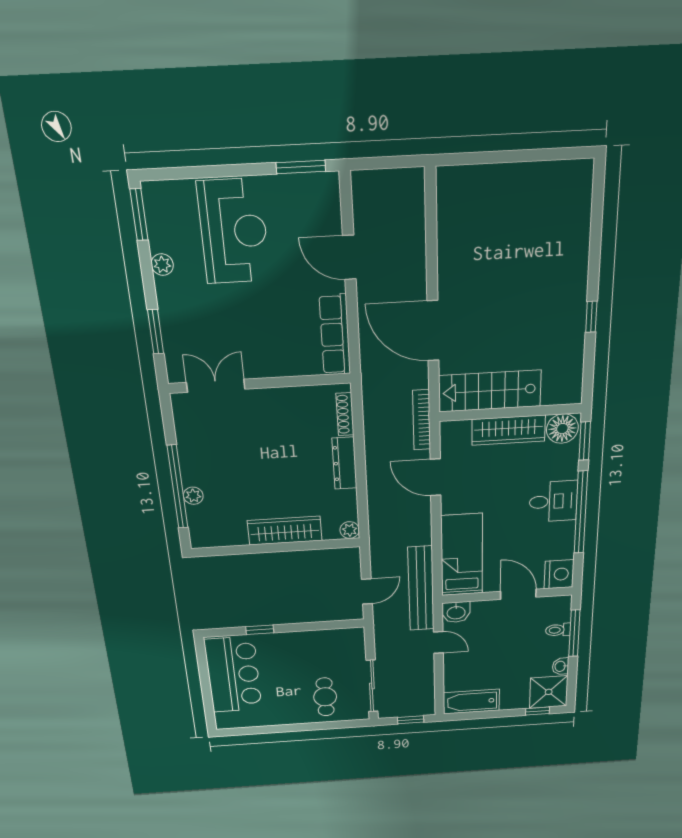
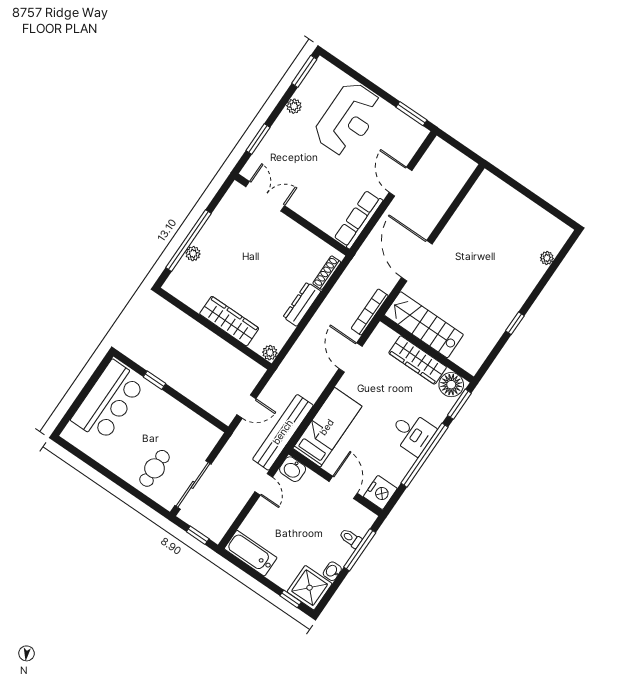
plant: (582, 217) -> (547, 258), added

